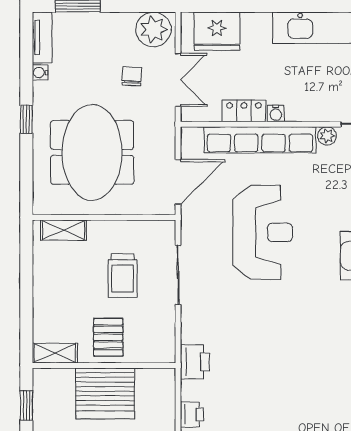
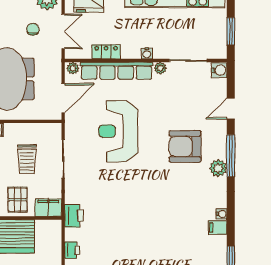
water cooler: (276, 113) -> (147, 53), moved
plant: (193, 136) -> (73, 68), added
reception desk: (263, 232) -> (118, 131), turned 180
filing cabinet: (155, 350) -> (48, 208), added

